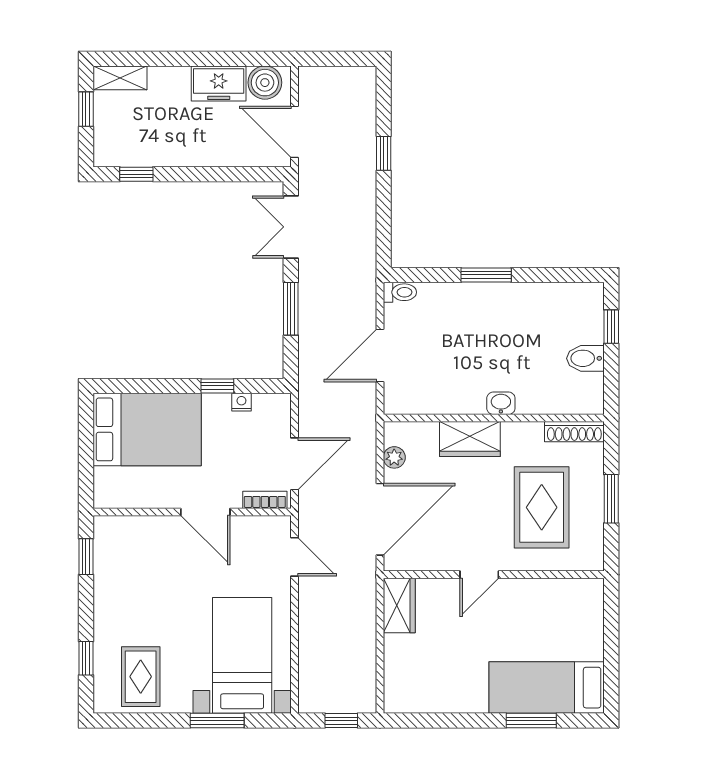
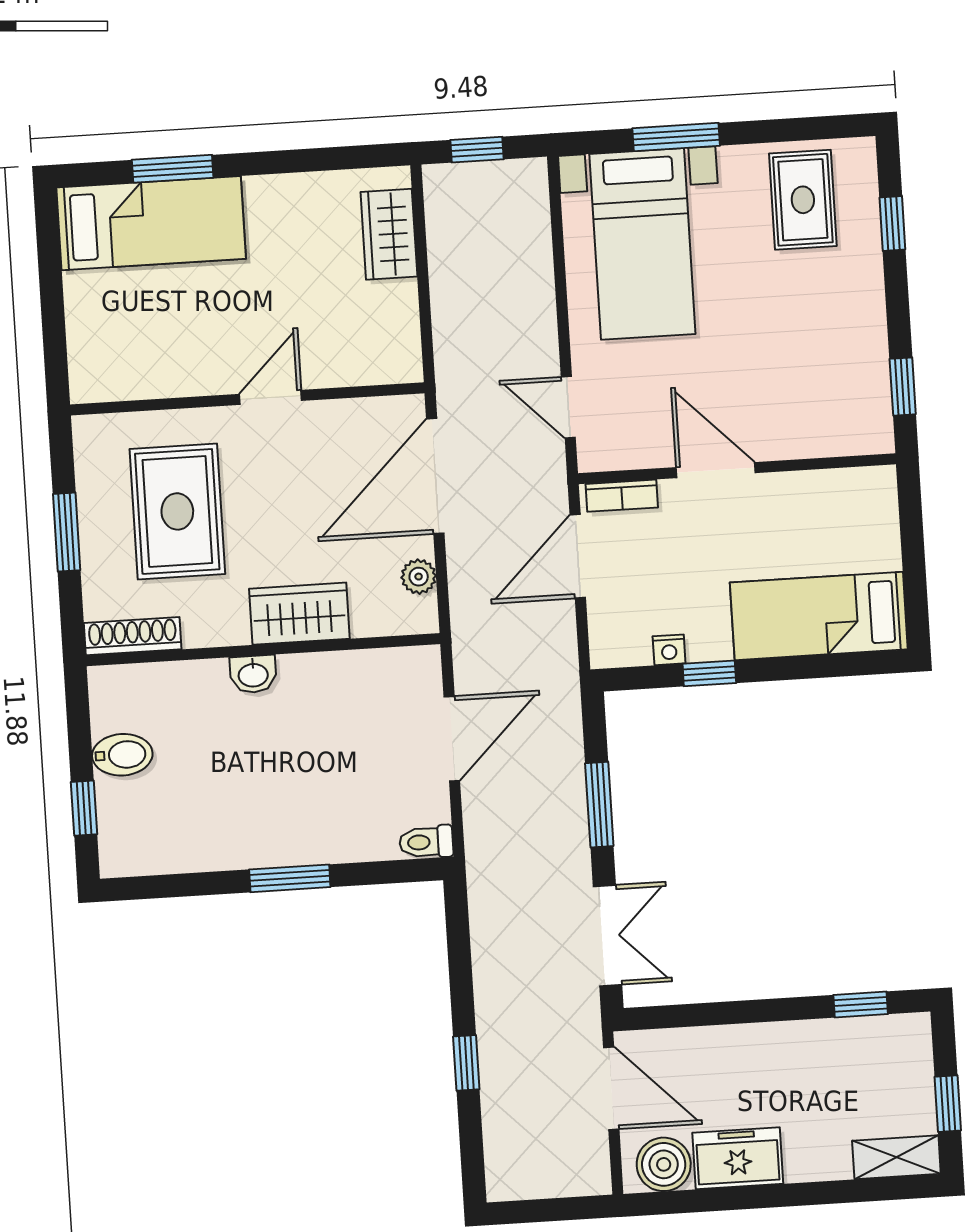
bed: (147, 429) -> (819, 616), width x0.67
wardrobe: (399, 605) -> (389, 234), moved

